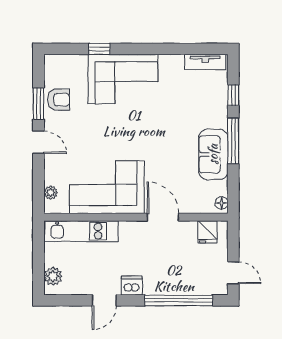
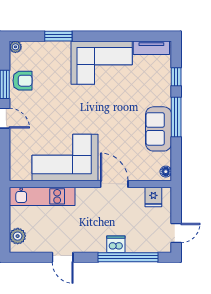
window: (99, 49) -> (58, 36), width x1.50
corner sofa: (123, 79) -> (102, 63), moved
plant: (51, 193) -> (15, 47), moved
door: (233, 273) -> (176, 233), hinge flipped
dishwasher: (132, 286) -> (116, 244), moved
door: (104, 300) -> (63, 257), hinge flipped

